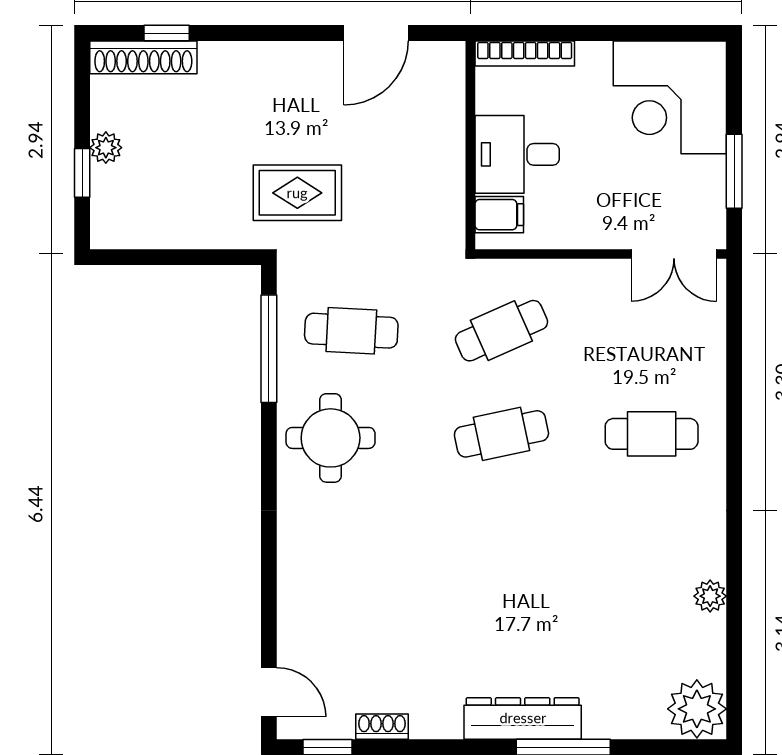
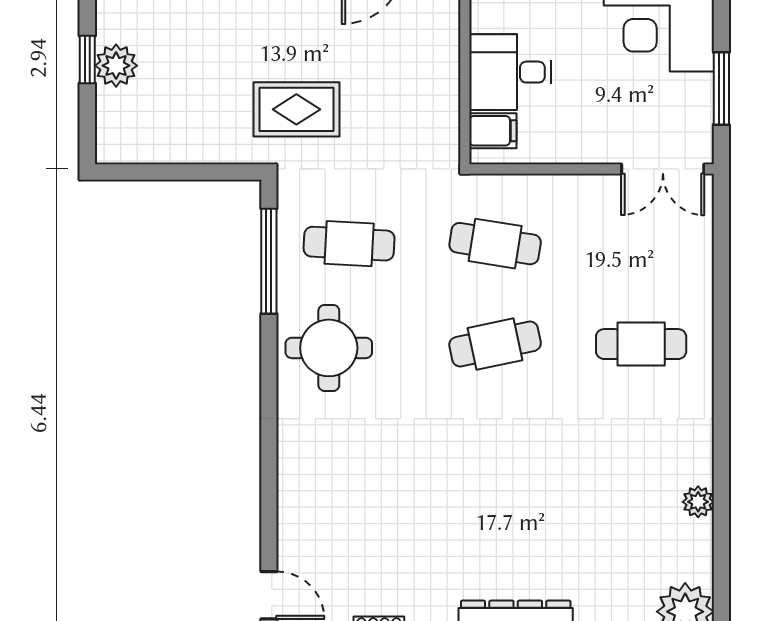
plant: (106, 148) -> (116, 66), width x1.38, depth x1.38
window: (82, 173) -> (87, 60), moved
cafe table: (501, 331) -> (495, 244), turned 33

